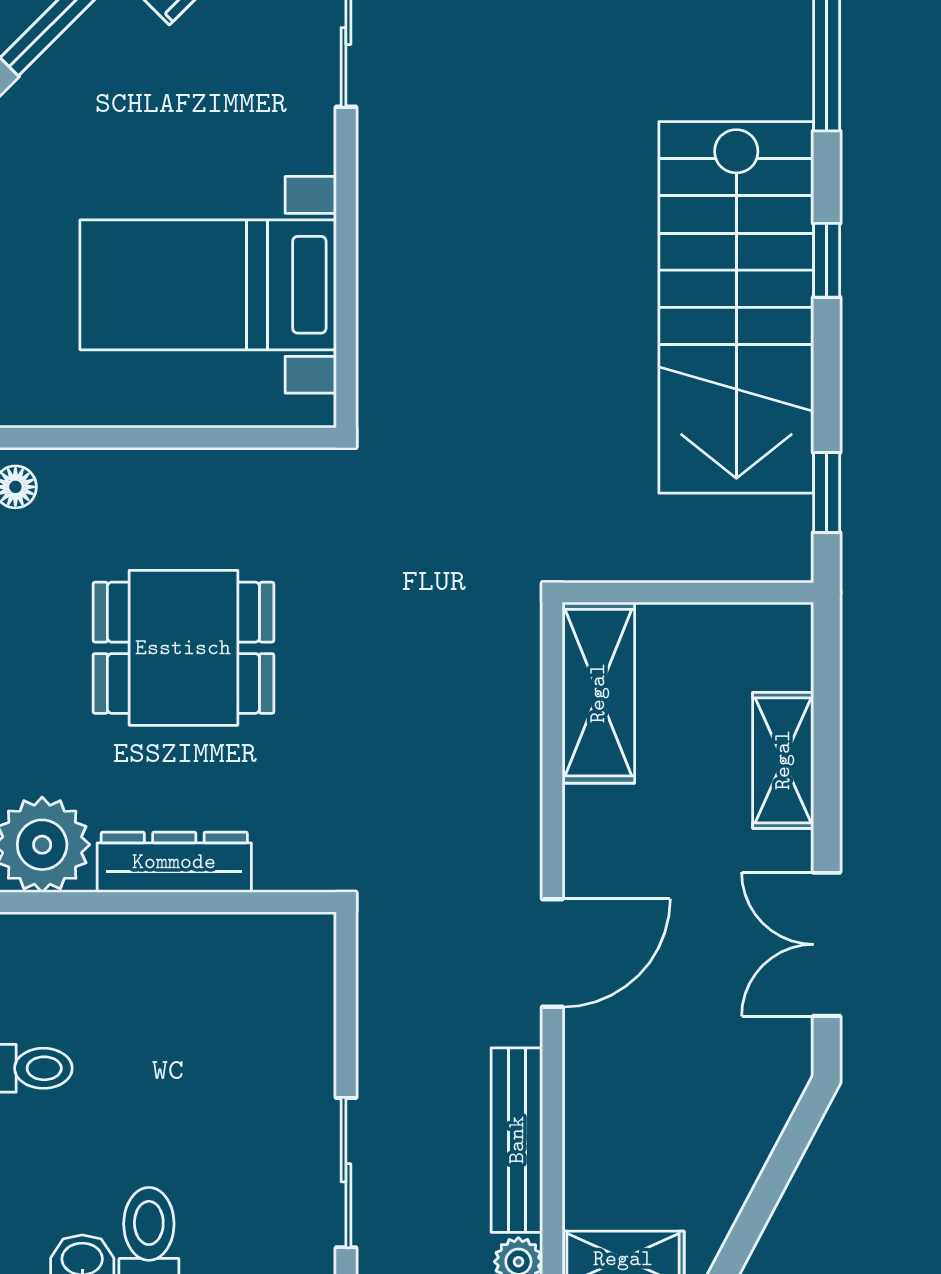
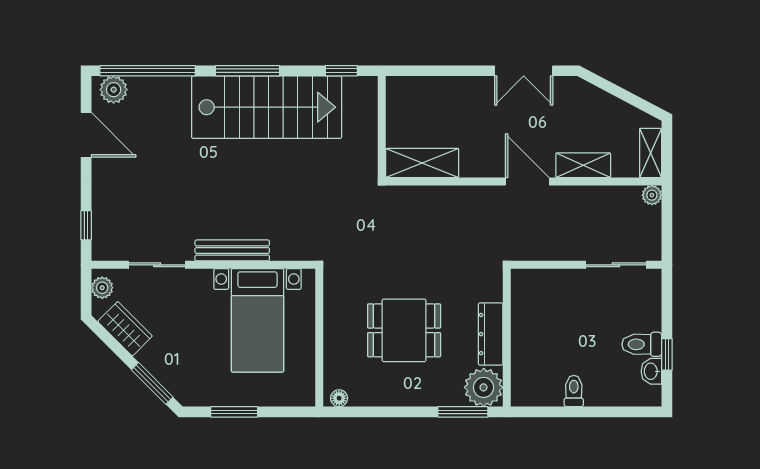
window: (827, 260) -> (248, 71), width x2.17
dining table: (183, 648) -> (404, 330), turned 90
shelving: (783, 760) -> (583, 165), moved
bench: (517, 1140) -> (232, 250), moved

